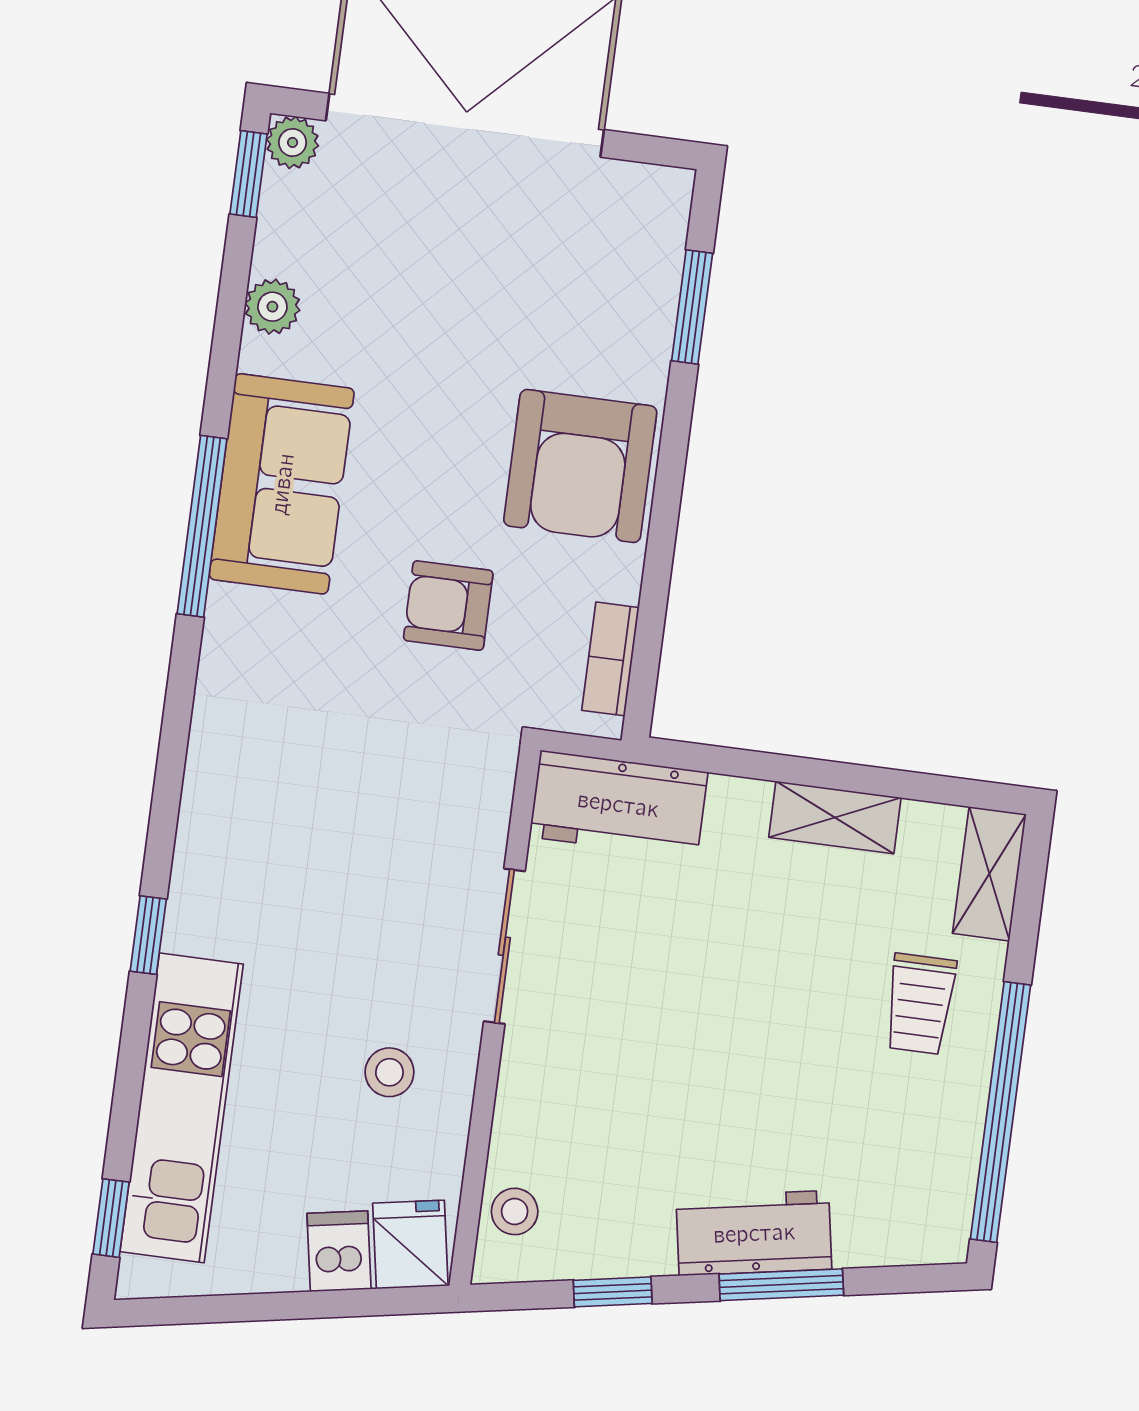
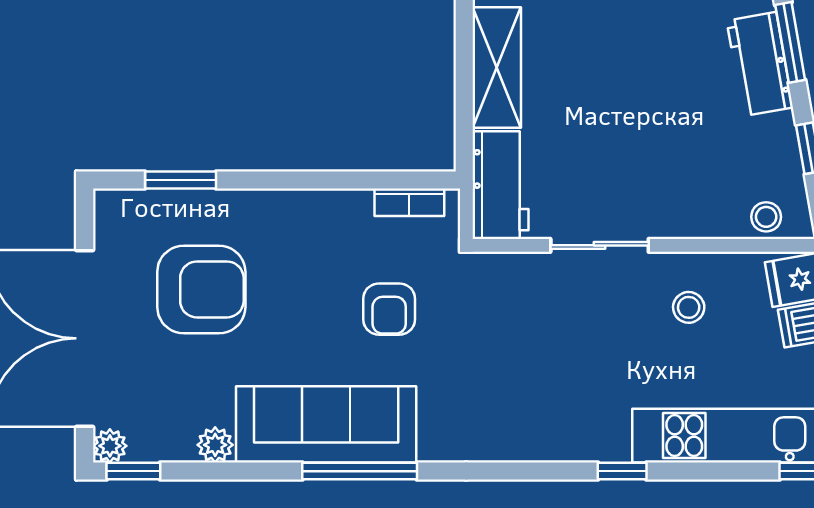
armchair: (580, 466) -> (201, 289), moved
sofa: (282, 484) -> (326, 424), width x1.36
shelving: (835, 817) -> (497, 68), width x1.50, depth x1.33

